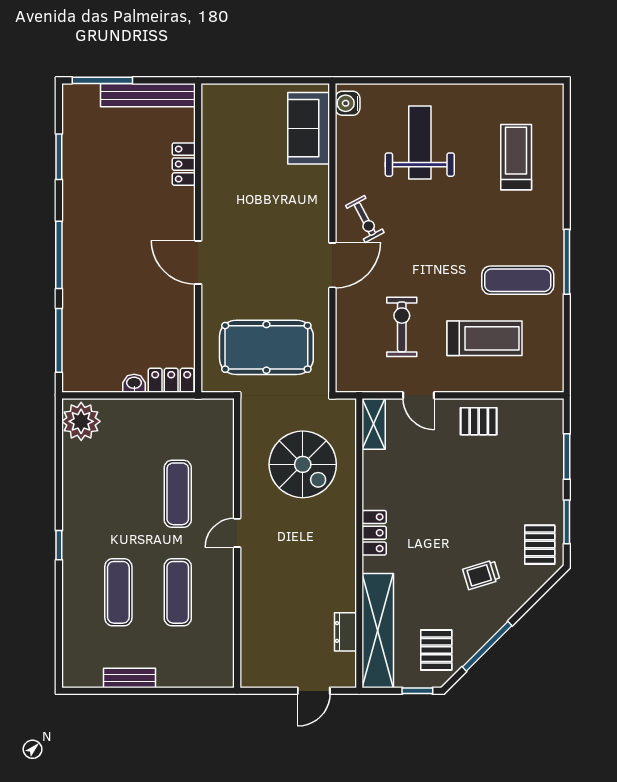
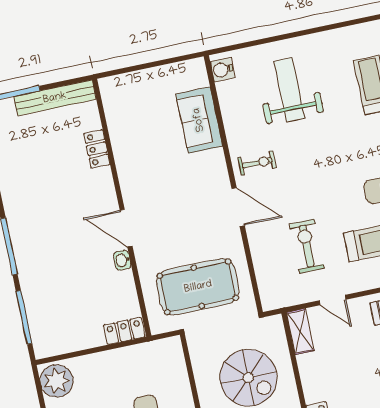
sofa: (309, 128) -> (199, 120), moved
exercise bike: (365, 219) -> (257, 163), turned -62
door: (332, 265) -> (238, 207), hinge flipped
washbasin: (134, 383) -> (122, 260), moved, turned -90

